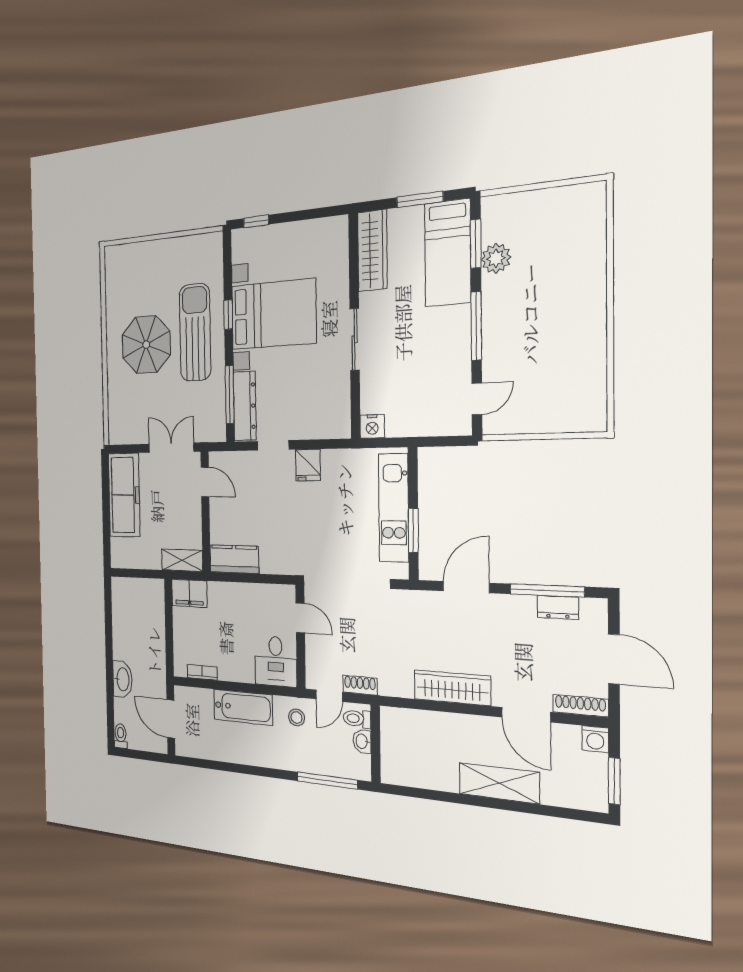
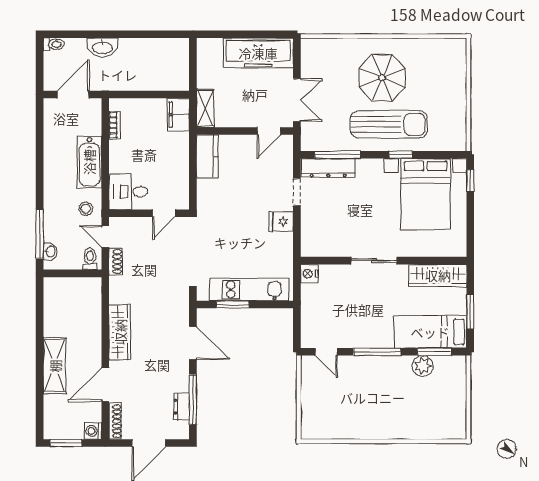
bed with nightstands: (273, 314) -> (426, 194), moved
washbasin: (362, 741) -> (50, 252), moved, turned 90

